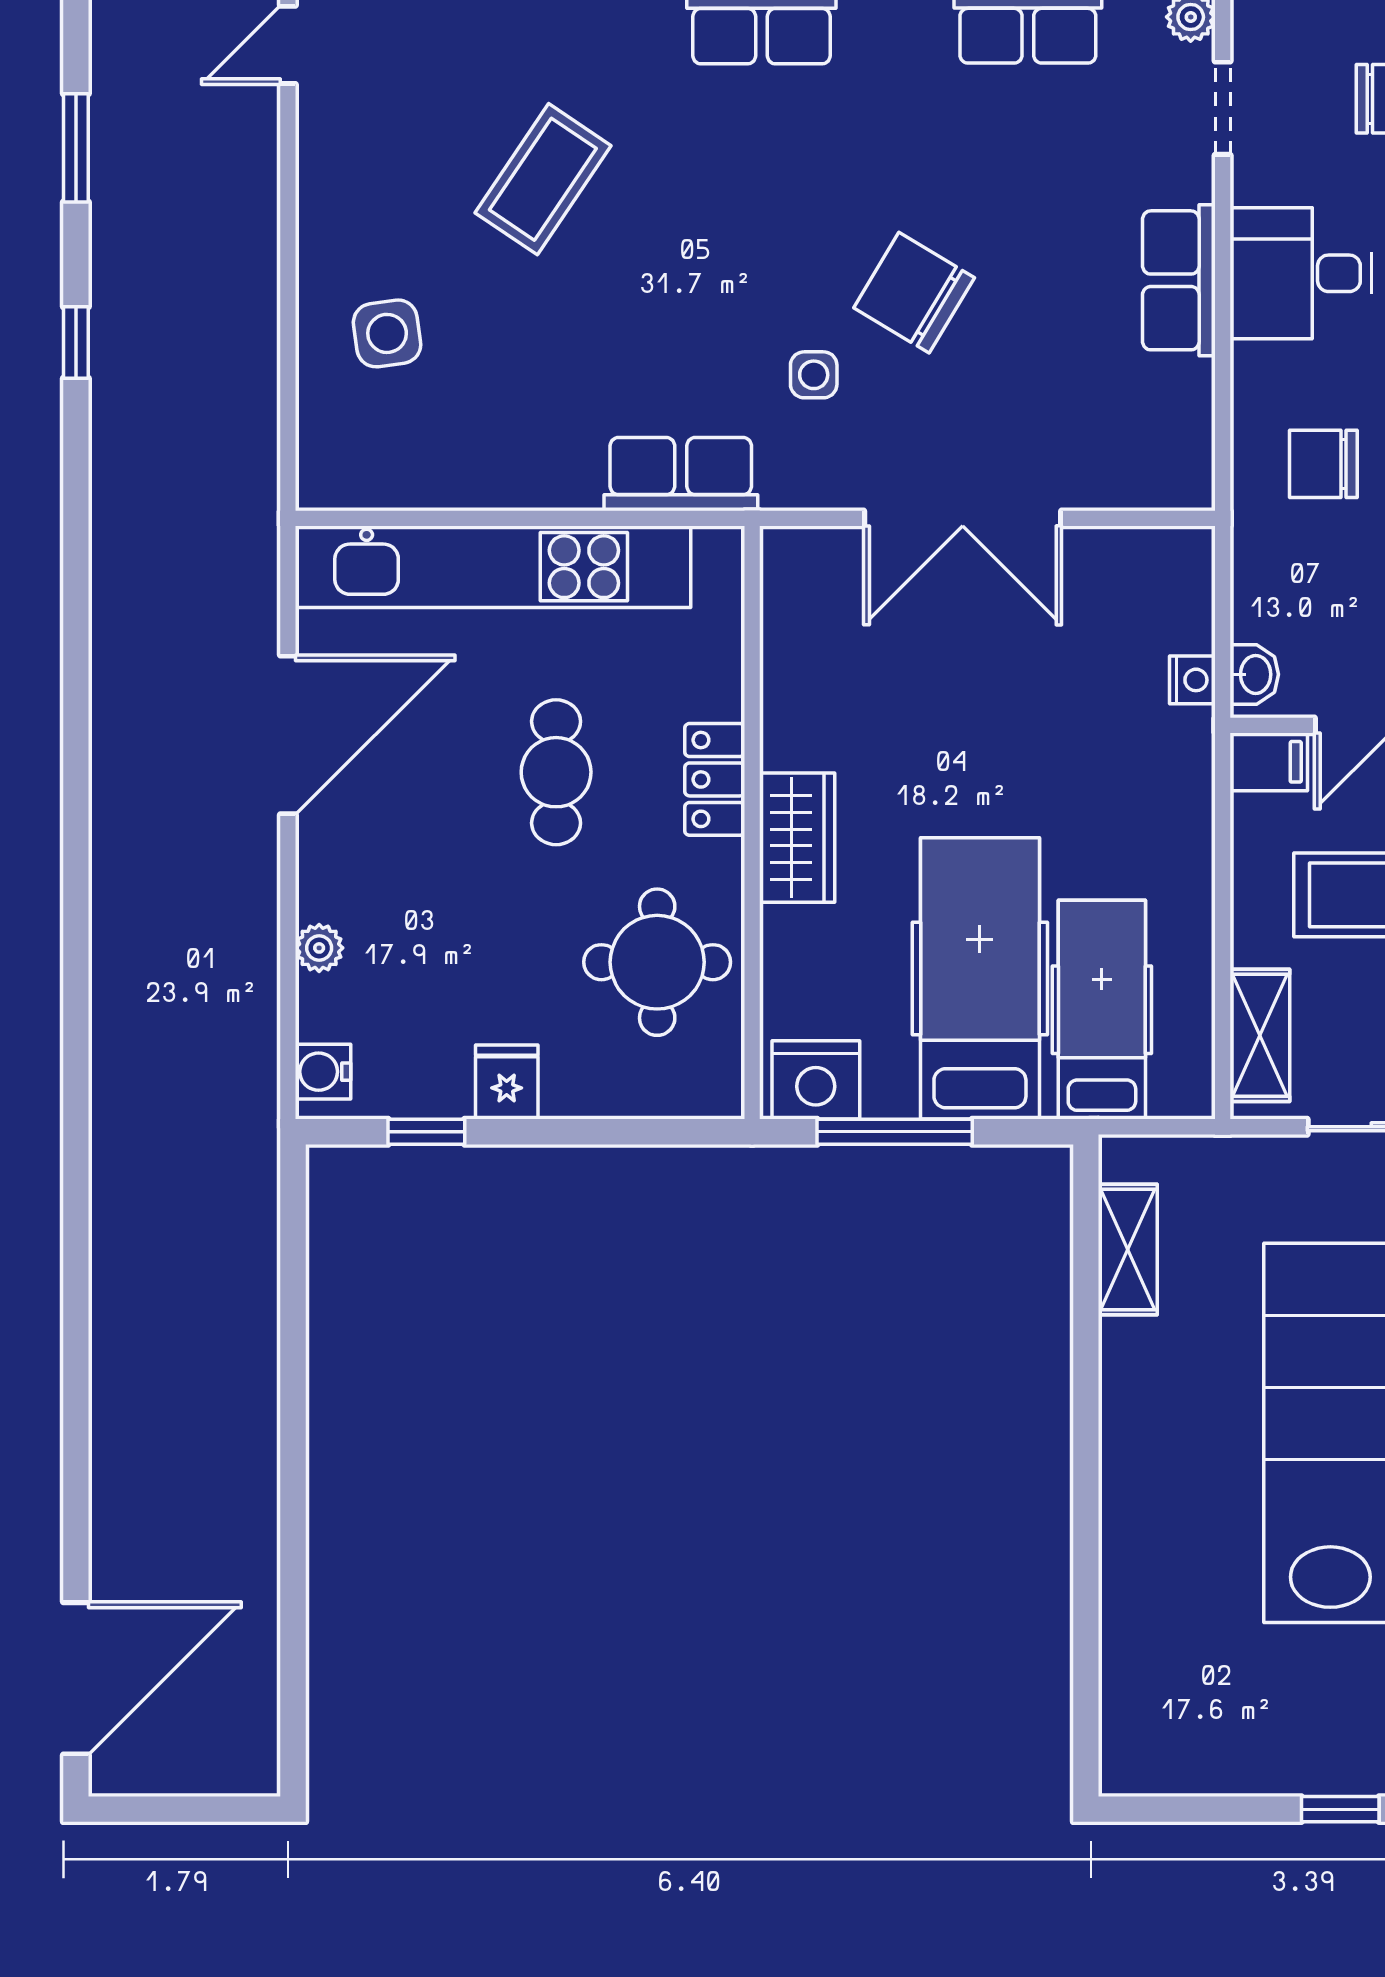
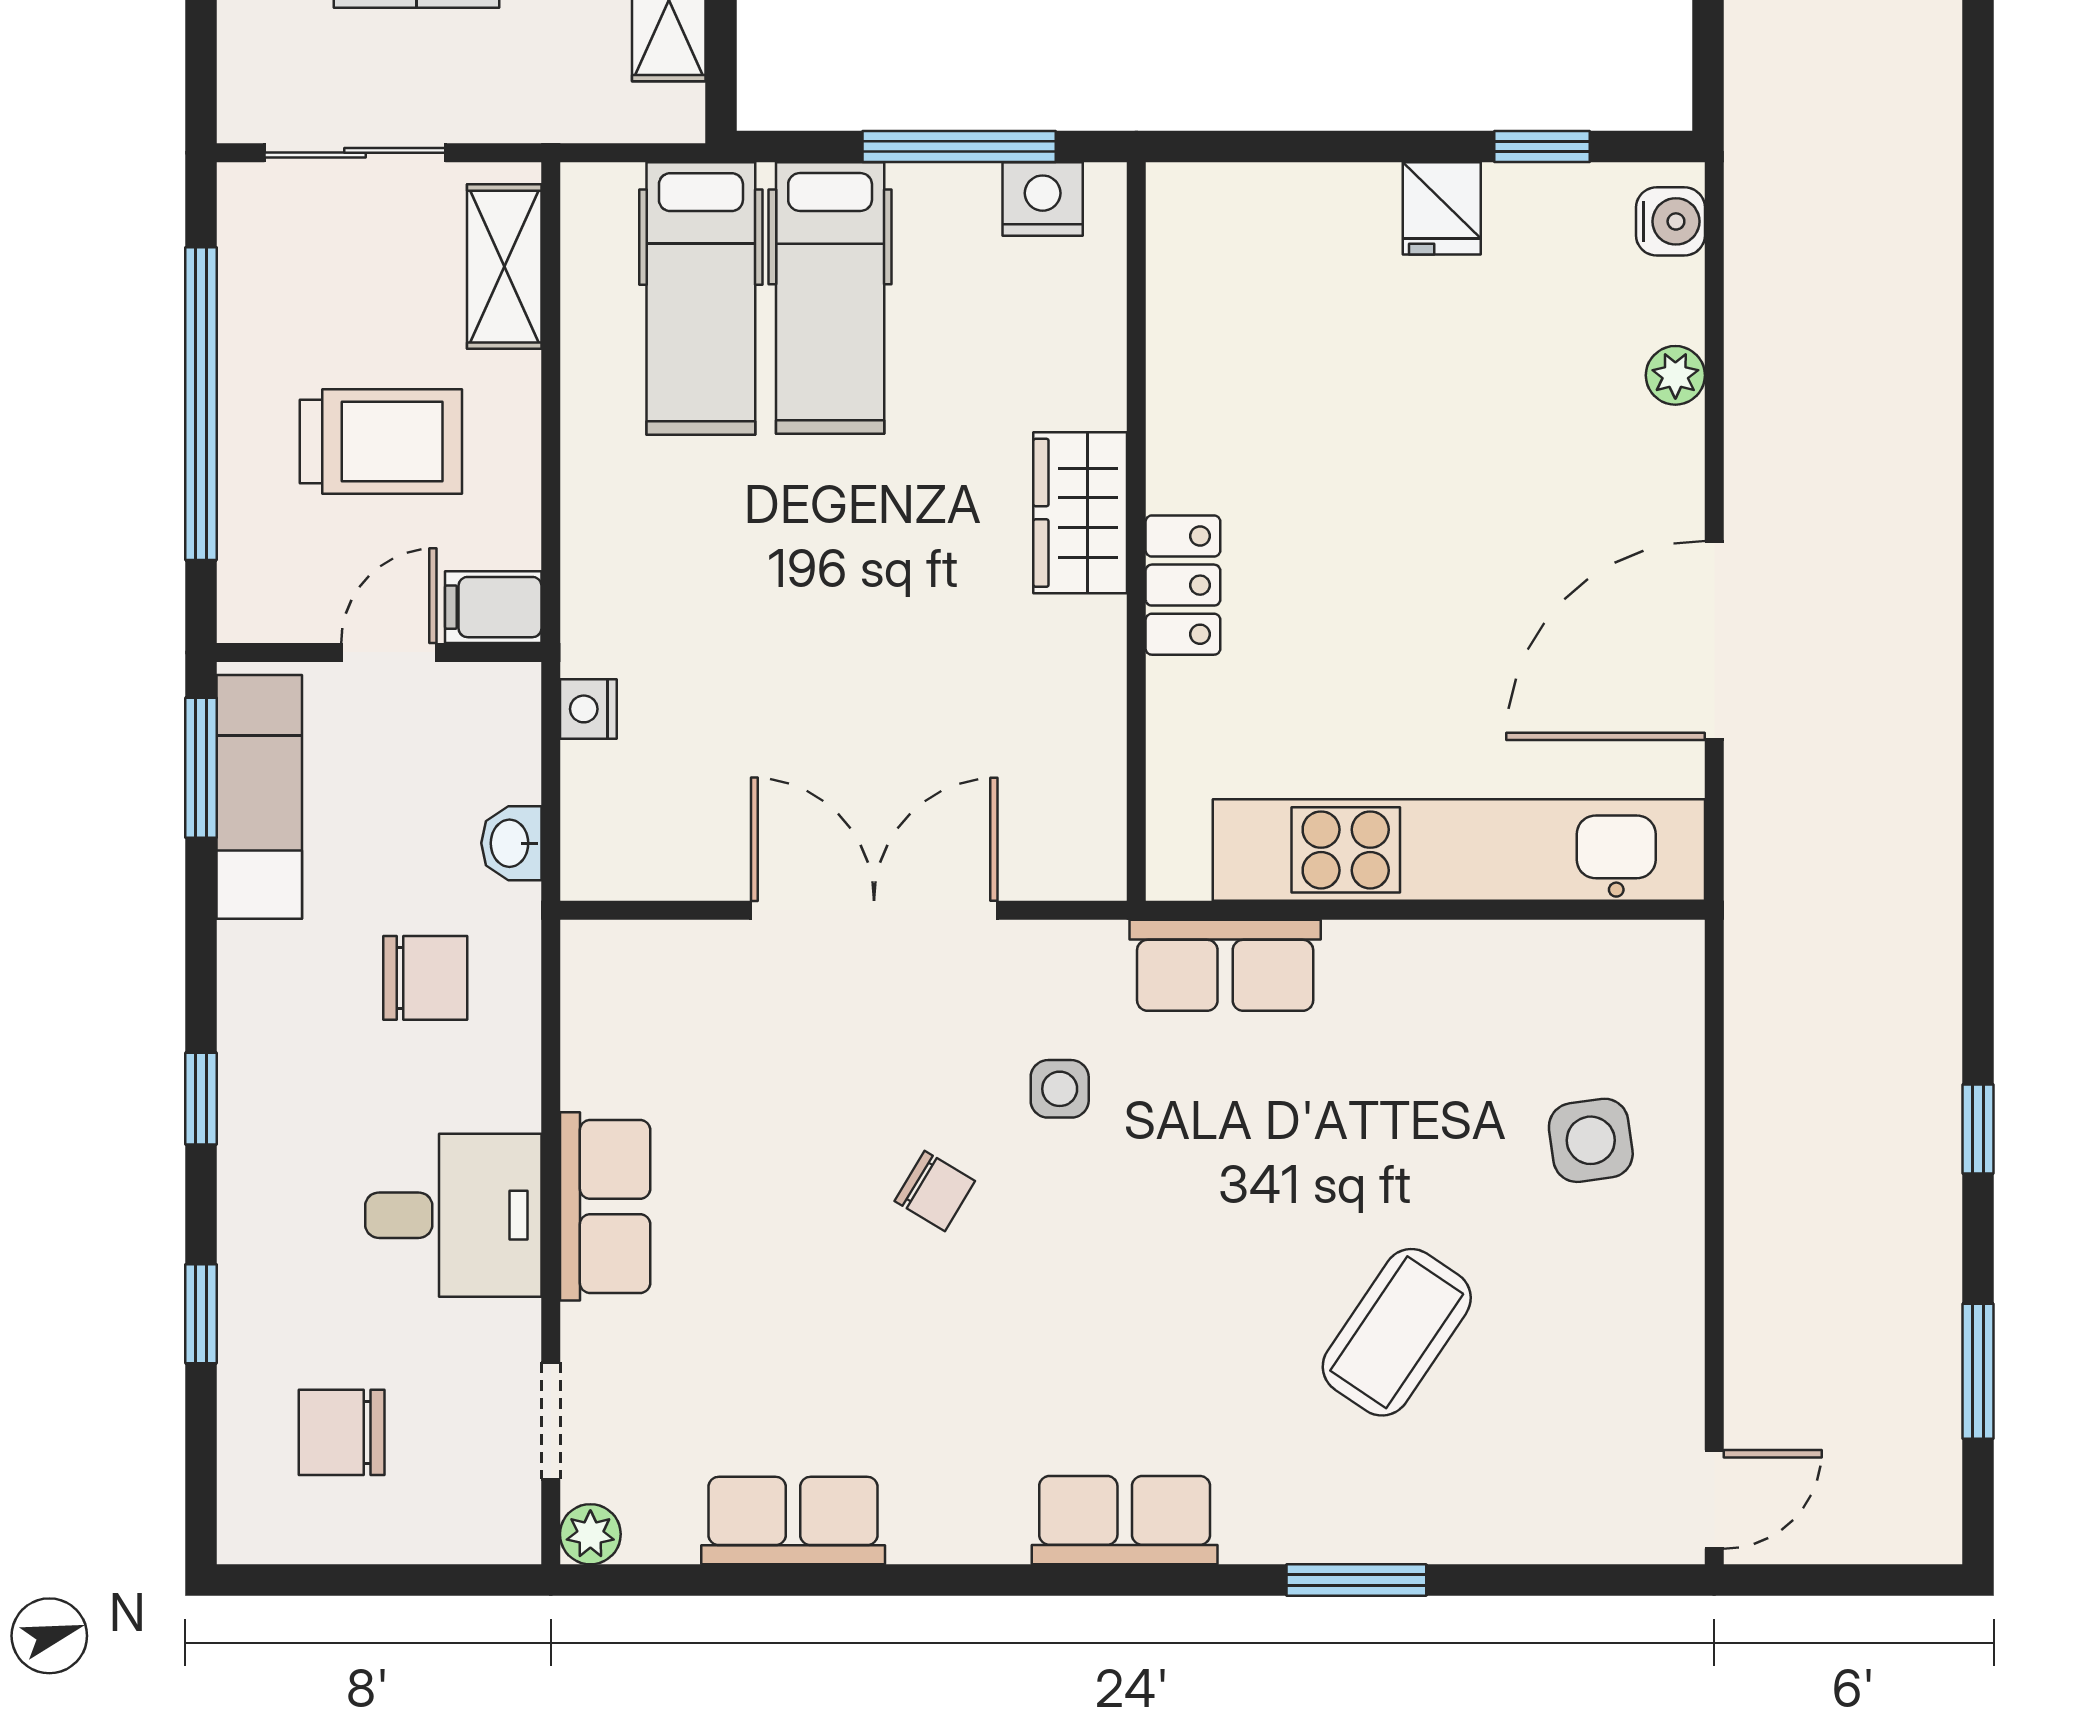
chair: (914, 293) -> (935, 1191), width x0.54, depth x0.54
washbasin: (1254, 674) -> (511, 843), moved
cafe table: (556, 772) -> (1380, 594), removed
round table: (657, 962) -> (1255, 358), removed
hospital bed: (980, 978) -> (830, 298), width x0.73, depth x0.78
nightstand: (816, 1080) -> (1043, 199), width x0.74, depth x0.75

